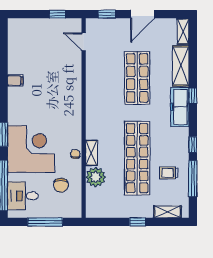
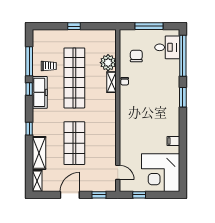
freezer: (180, 107) -> (40, 92), moved
corner desk: (31, 149) -> (161, 173), moved
shelving: (167, 212) -> (50, 34), removed

